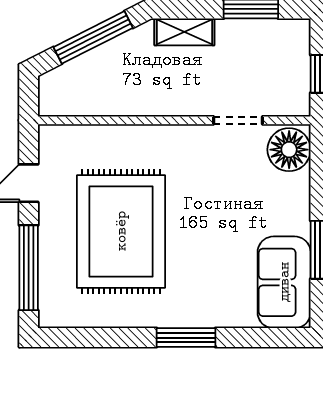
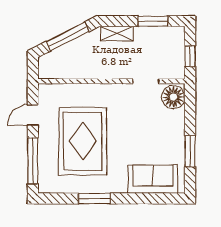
sofa: (284, 282) -> (153, 179), moved, turned 90
window: (186, 338) -> (94, 199), moved

